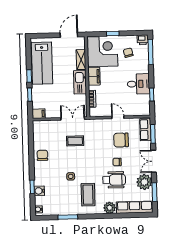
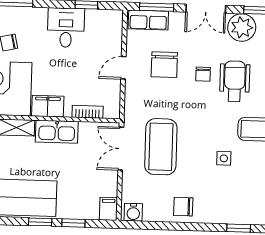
coffee table: (75, 141) -> (161, 147), width x1.86, depth x1.72
water cooler: (39, 191) -> (133, 212), moved

